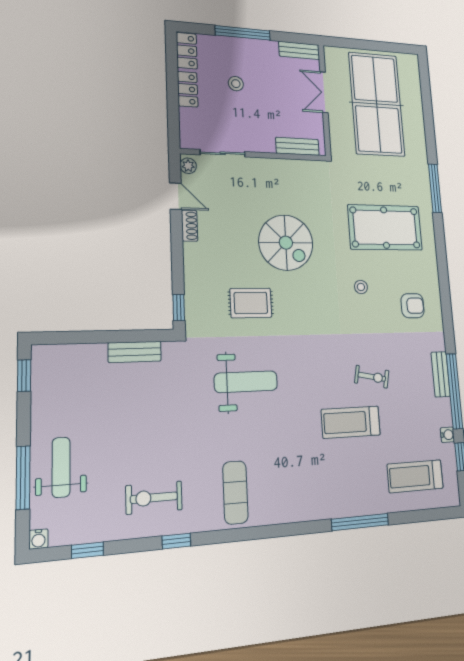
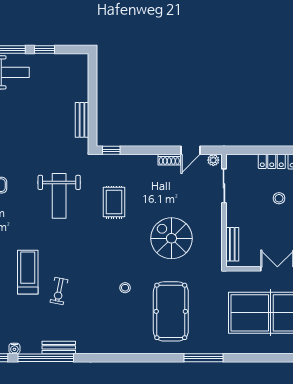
spiral stairs: (286, 243) -> (171, 238), moved, turned 90
armchair: (413, 306) -> (111, 329), removed
window: (24, 376) -> (44, 49), moved

